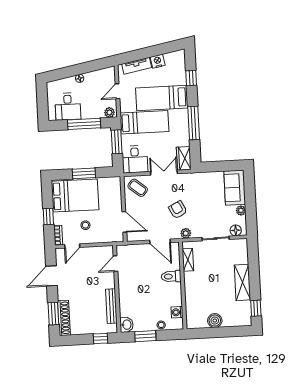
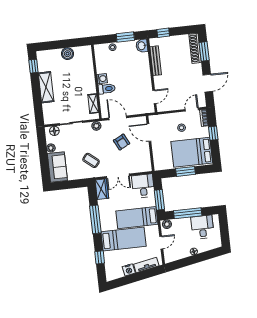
coffee table: (138, 188) -> (91, 160), moved
armchair: (178, 210) -> (122, 142), moved
washing machine: (177, 312) -> (102, 79), moved

